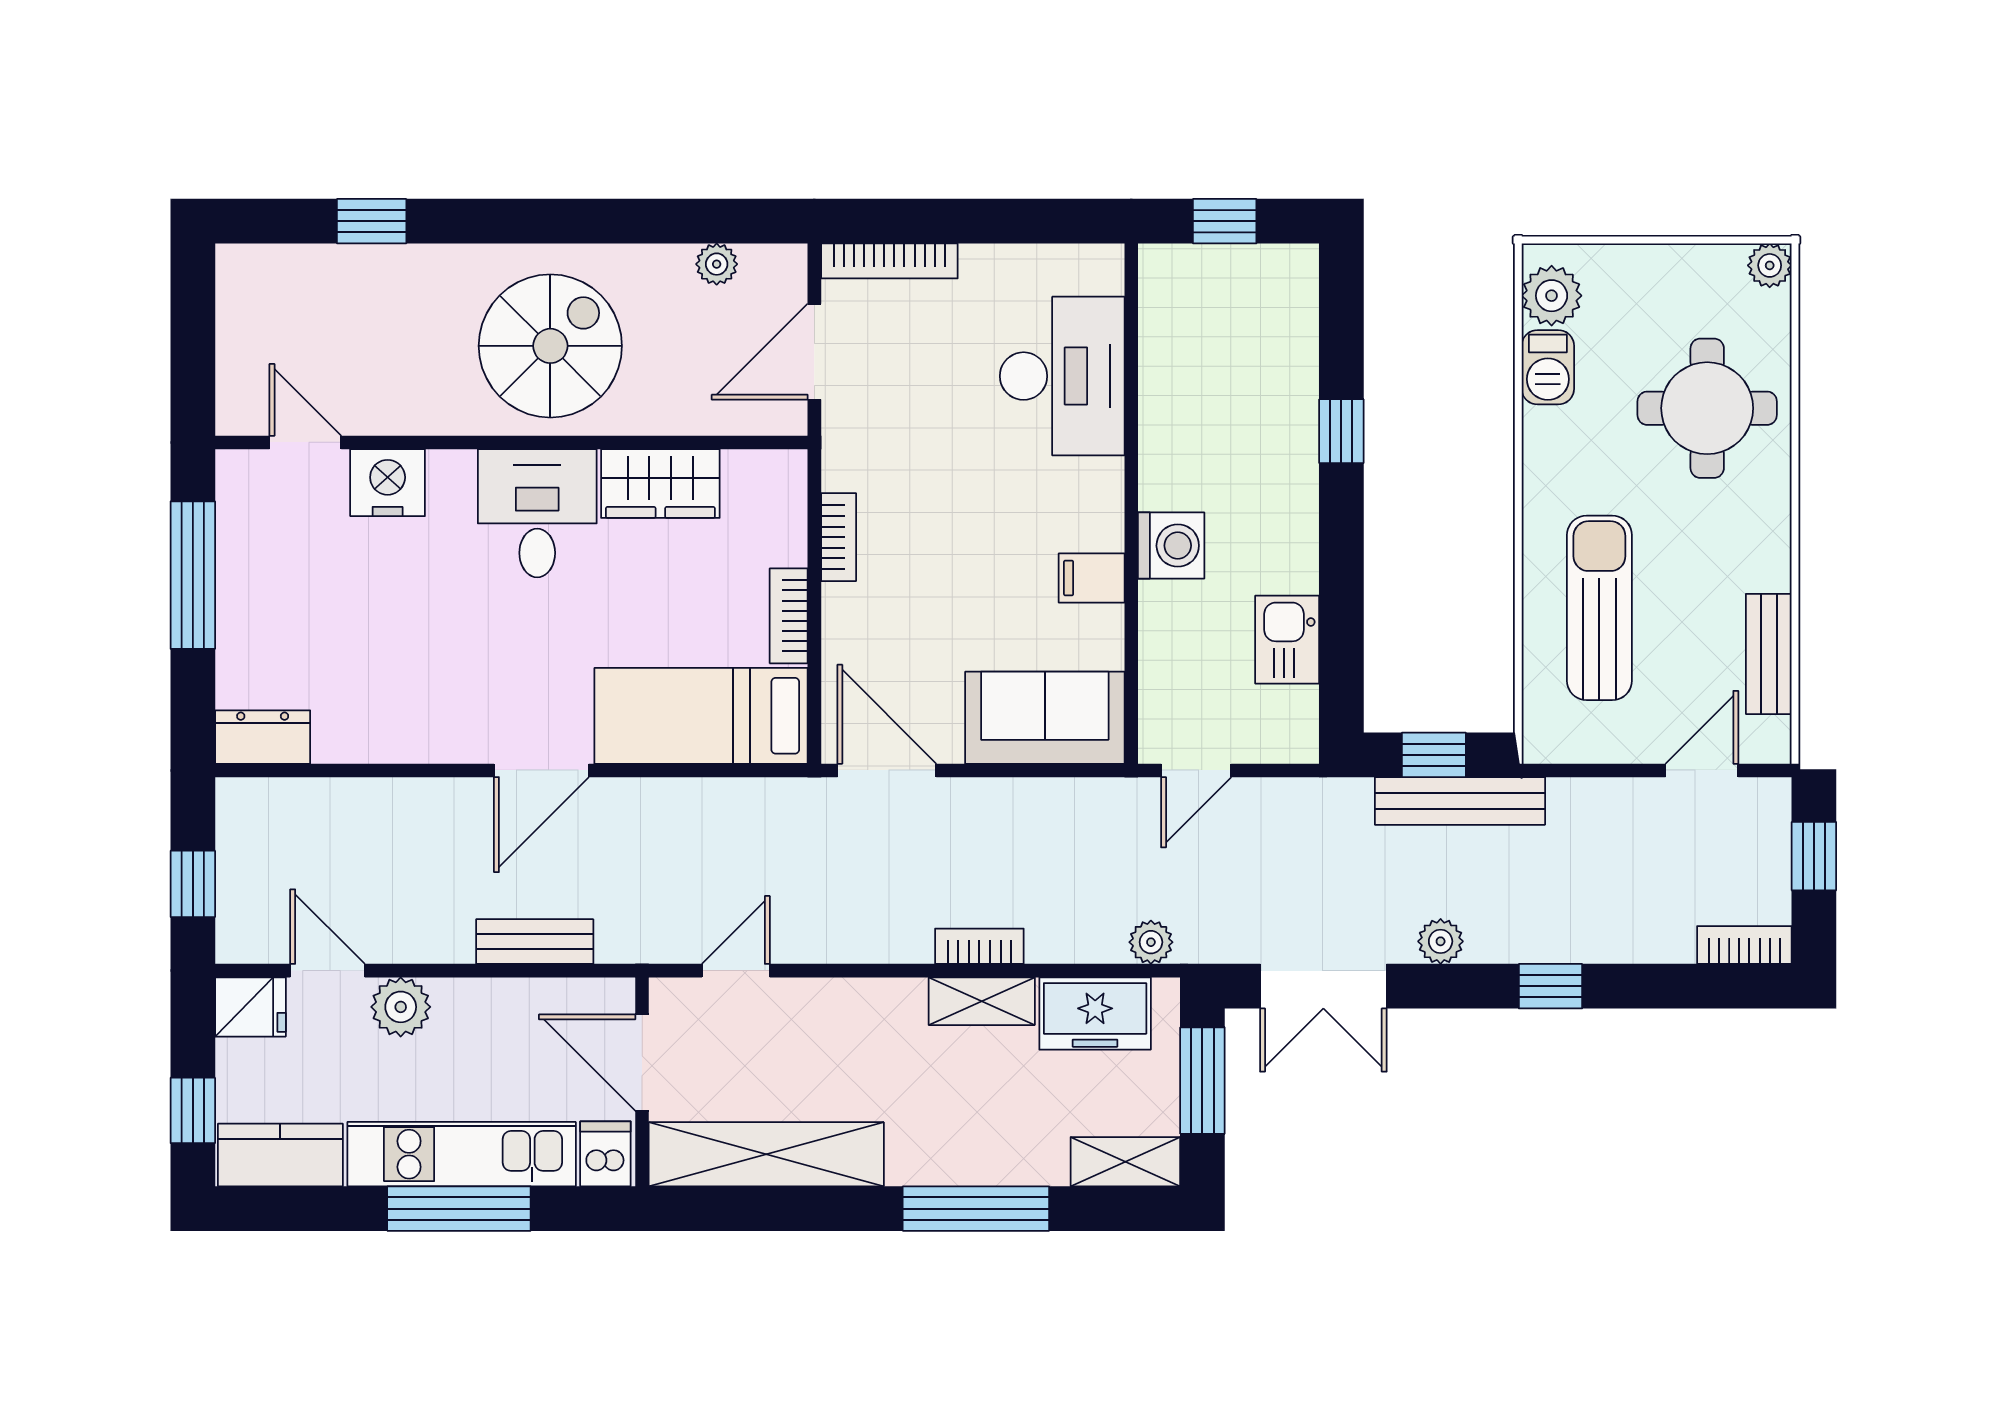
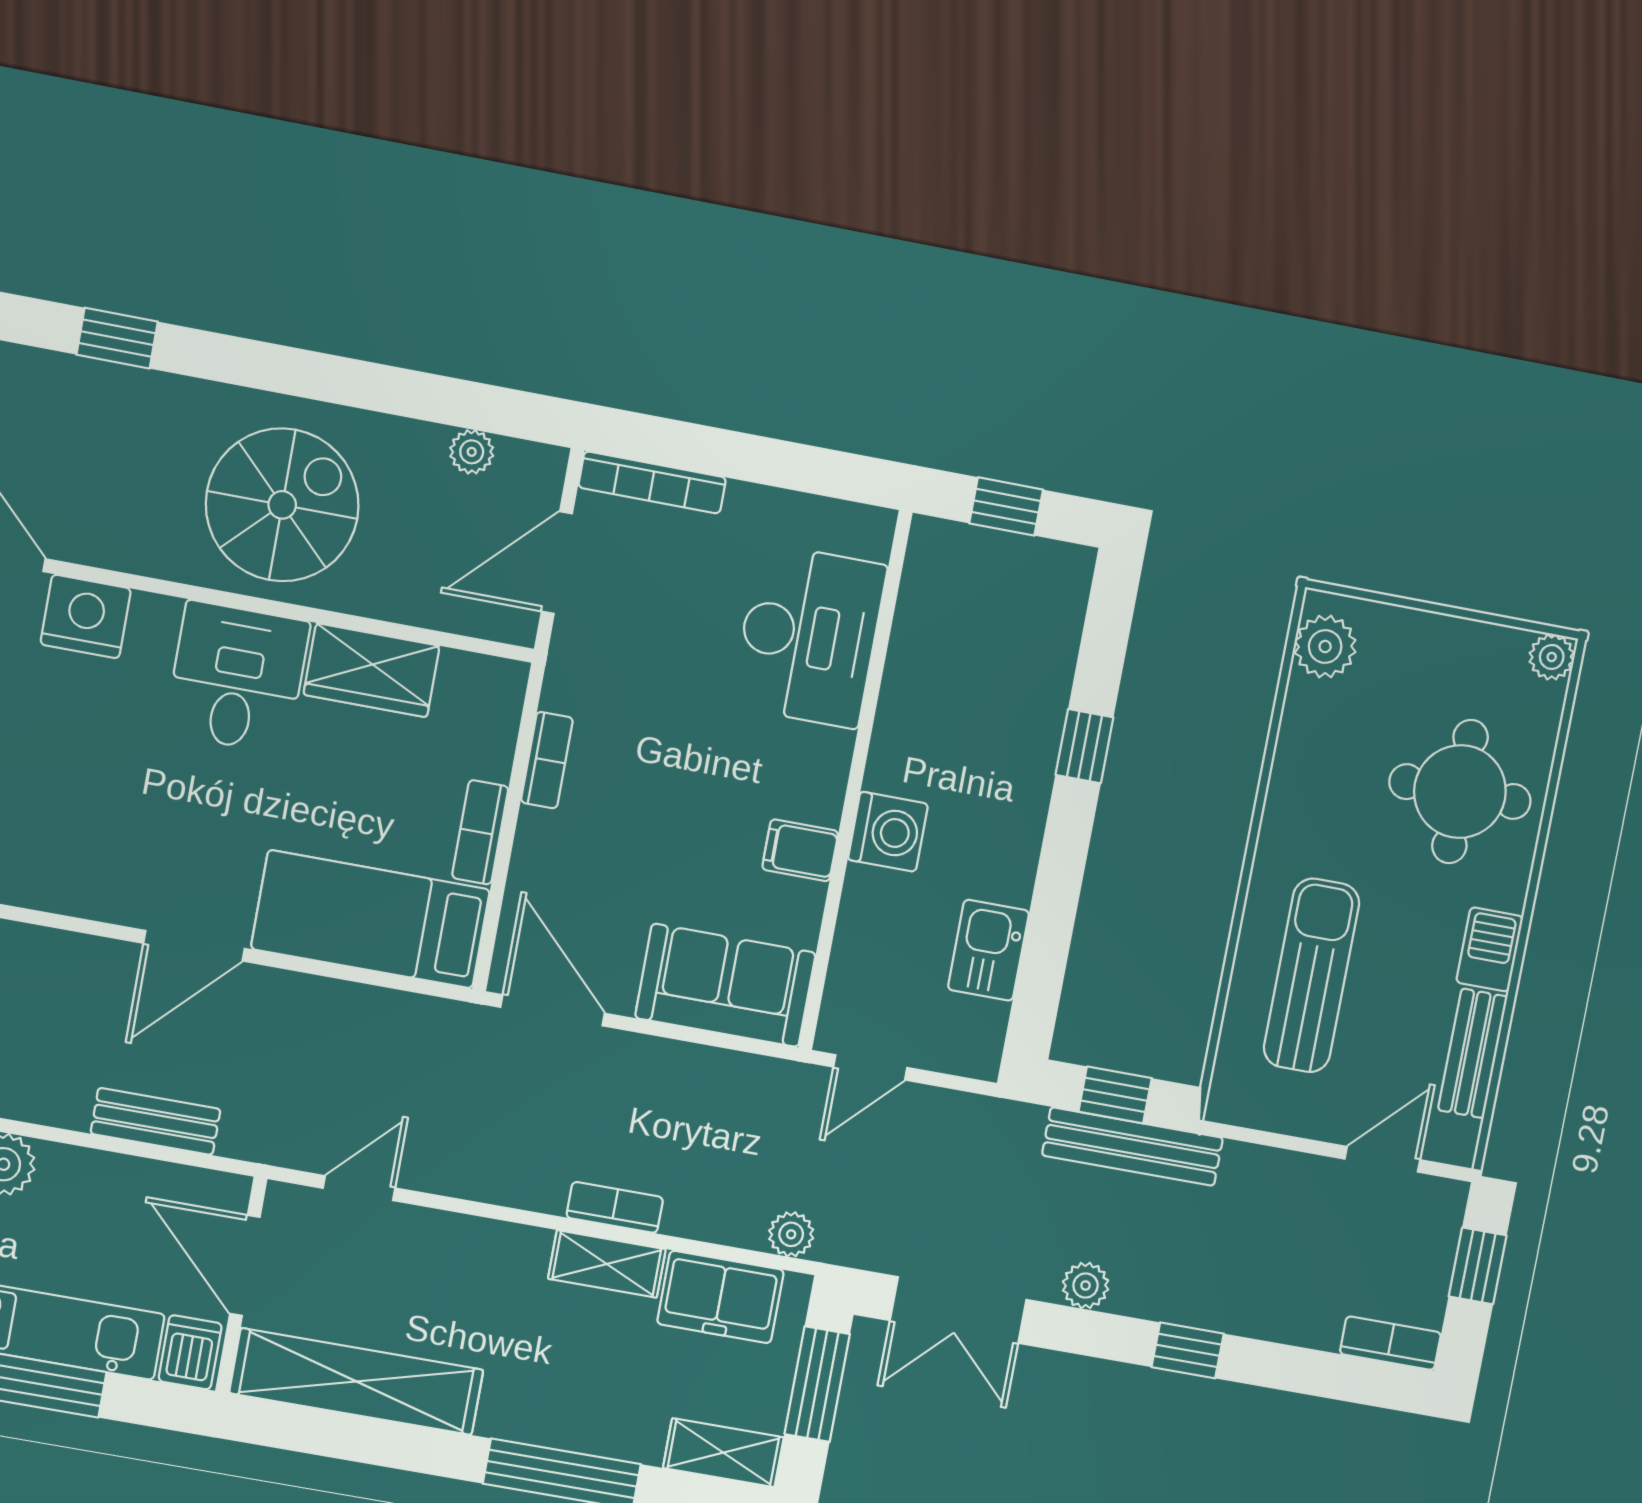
barbecue: (1548, 367) -> (1490, 949), moved, turned 180

